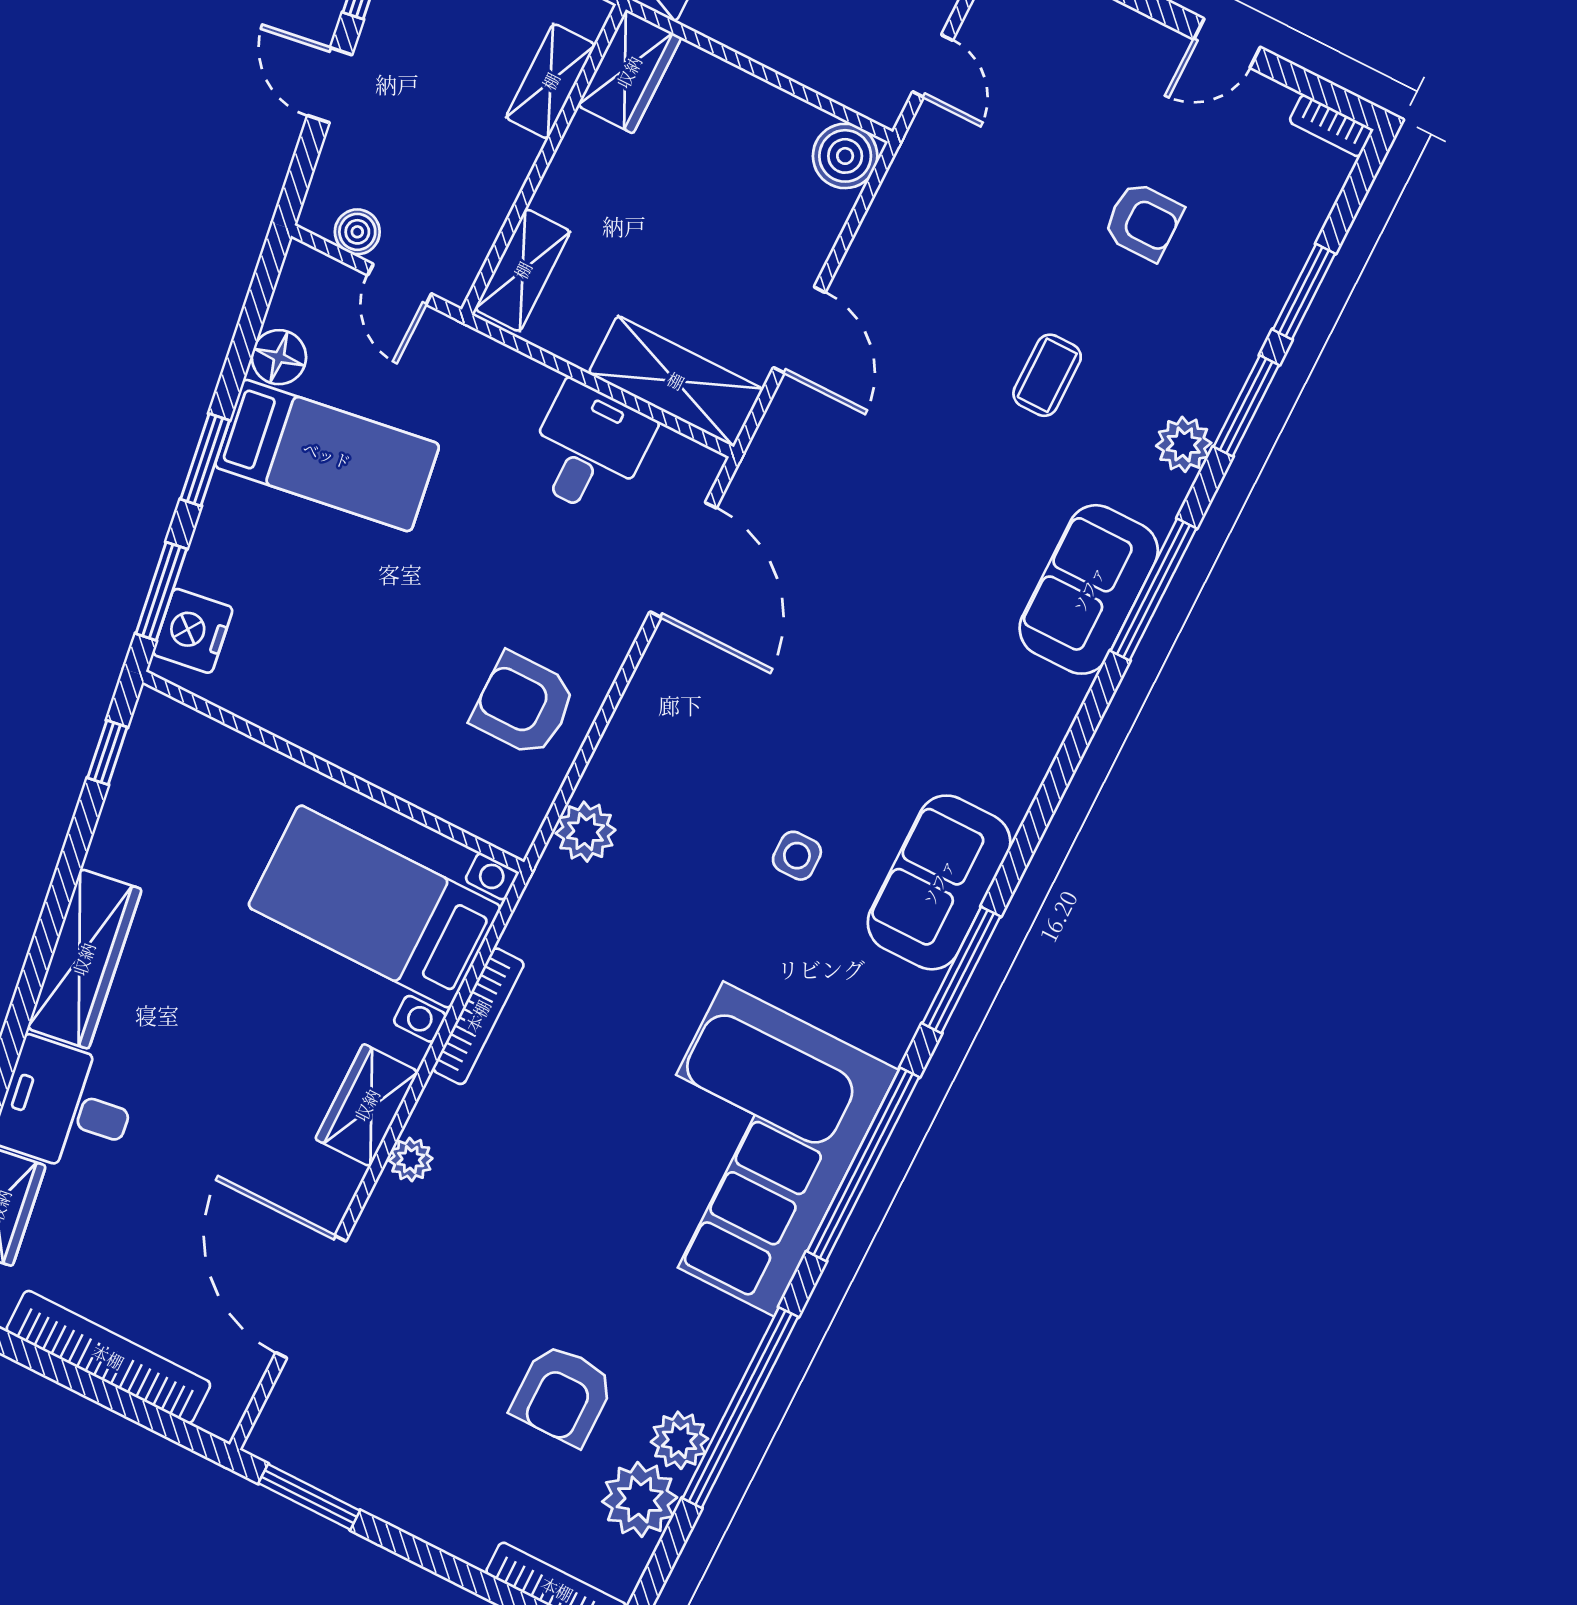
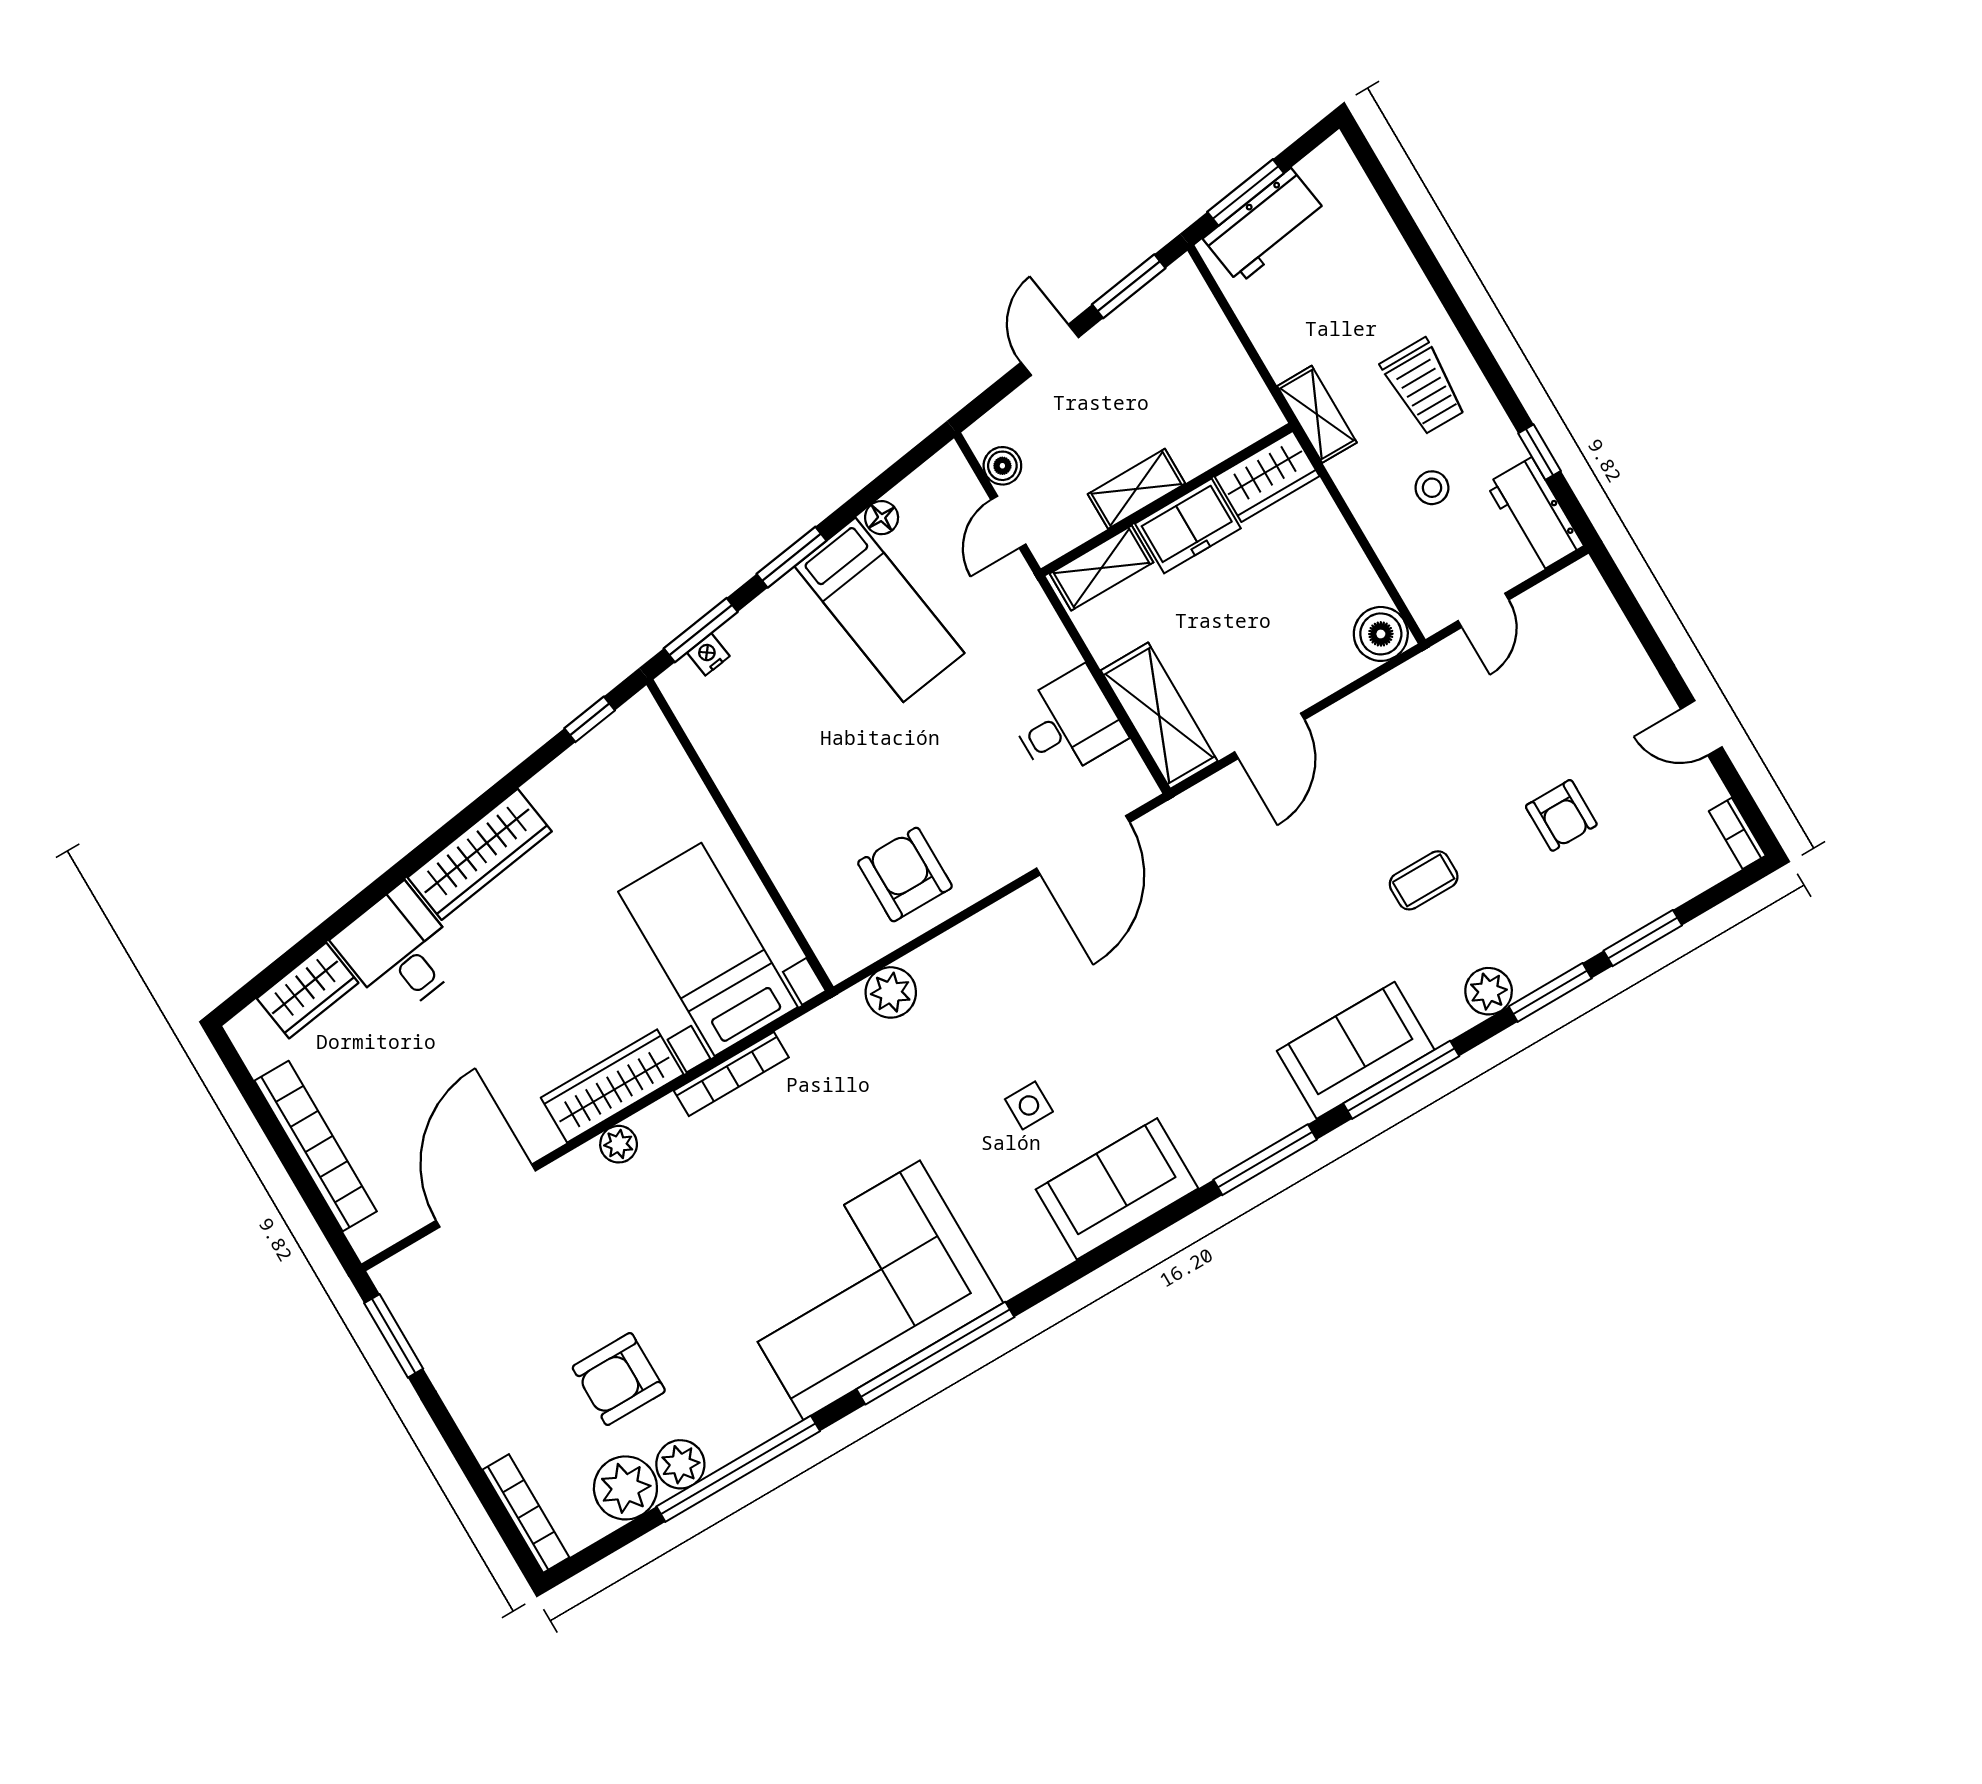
shelving: (551, 81) -> (1136, 489), moved
freezer: (582, 172) -> (1188, 526), added
floor lamp: (279, 357) -> (882, 518), width x0.73, depth x0.73
nightstand: (193, 631) -> (708, 654), width x0.53, depth x0.56
window: (961, 970) -> (1265, 1160), moved
wardrobe: (367, 1105) -> (612, 1086), width x1.50

